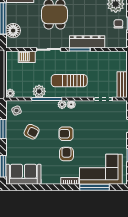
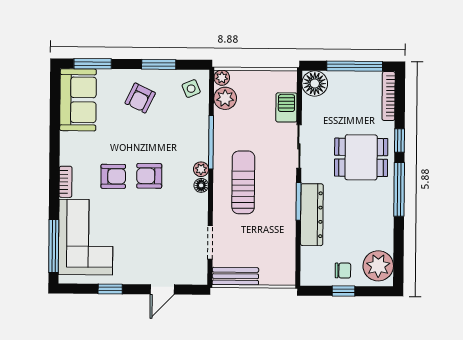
floor lamp: (13, 31) -> (315, 84), moved
plant: (39, 91) -> (225, 98), moved
armchair: (32, 132) -> (140, 98), moved
armchair: (66, 134) -> (149, 176), turned -90
window: (95, 187) -> (54, 246), moved

